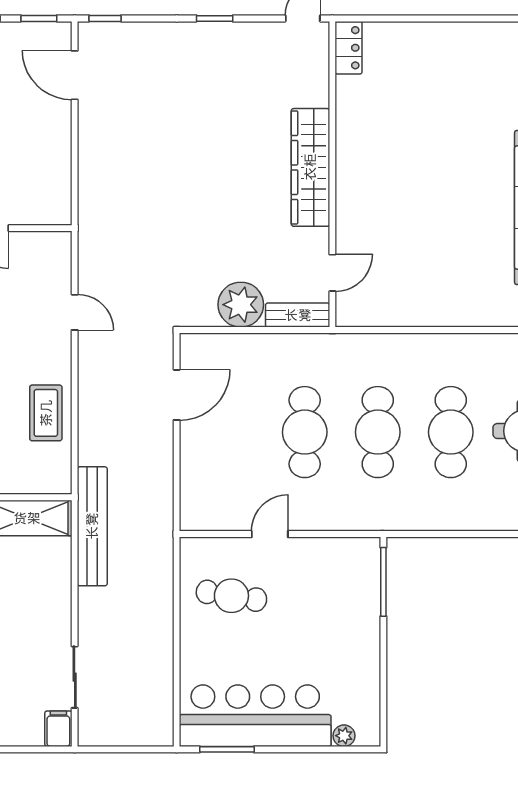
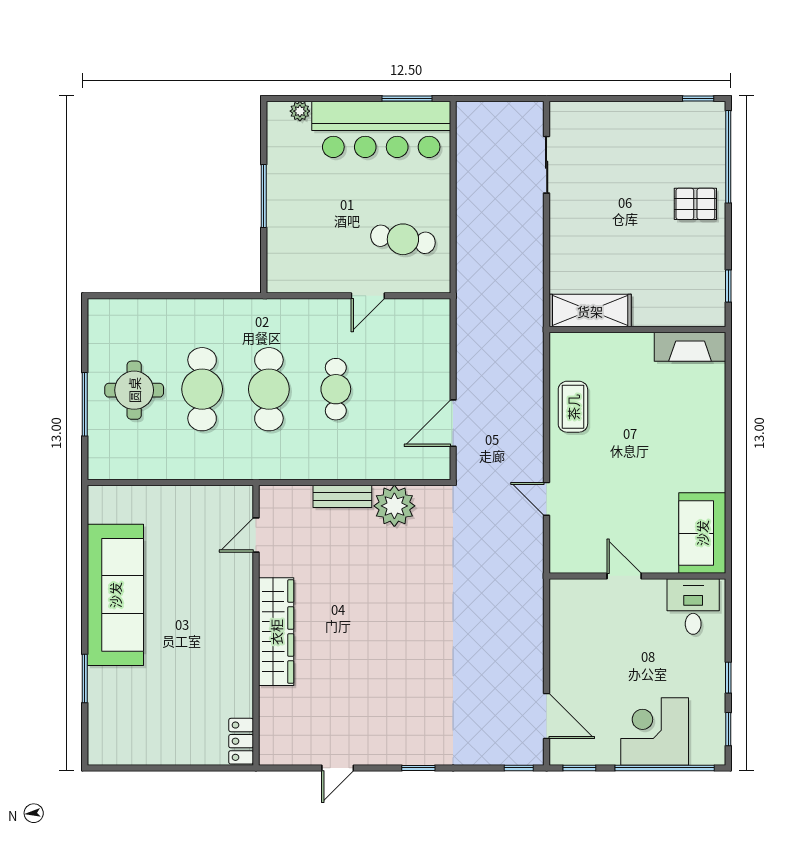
locker: (349, 48) -> (241, 741), moved
wardrobe: (310, 167) -> (276, 632), moved
wall: (332, 174) -> (256, 625), moved
door: (332, 273) -> (256, 535), moved
cafe table: (305, 432) -> (336, 389), width x0.73, depth x0.74
bench: (92, 526) -> (530, 303), removed
window: (383, 582) -> (264, 196), moved
filing cabinet: (58, 729) -> (561, 118), removed

